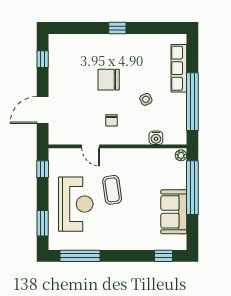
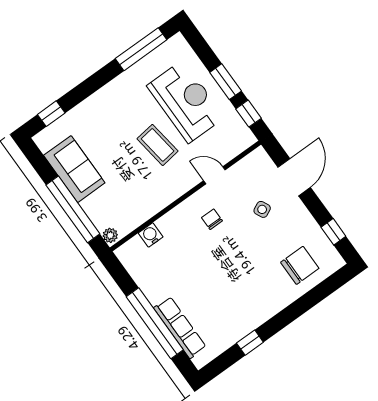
window: (117, 28) -> (250, 343), moved
chair: (109, 80) -> (300, 265), moved
side table: (146, 99) -> (262, 209), moved
window: (192, 102) -> (155, 323), moved
reception desk: (76, 204) -> (186, 102), turned 180
window: (43, 223) -> (226, 82), moved

